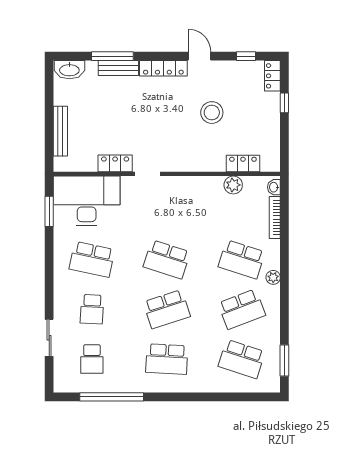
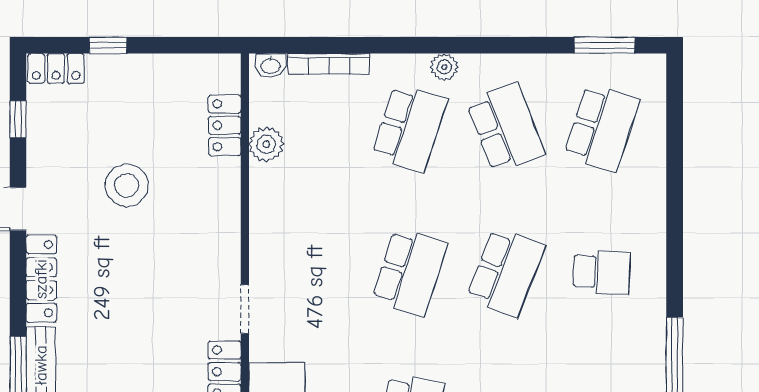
school desk: (167, 309) -> (506, 272), turned 39
school desk: (167, 359) -> (602, 272), width x0.54

